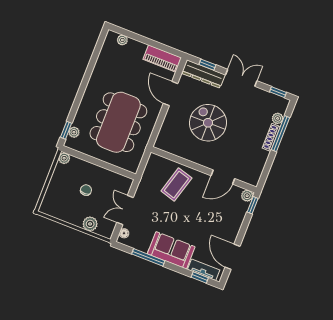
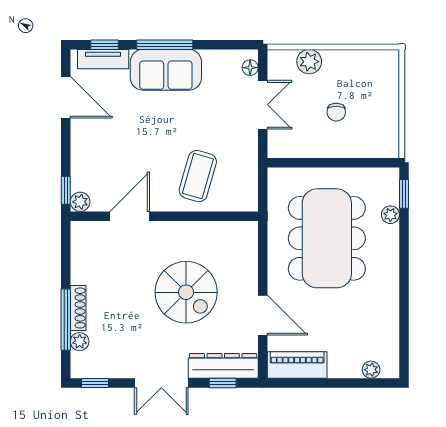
plant: (74, 132) -> (390, 215), moved
plant: (64, 158) -> (390, 149), removed
window: (148, 257) -> (165, 45), moved

